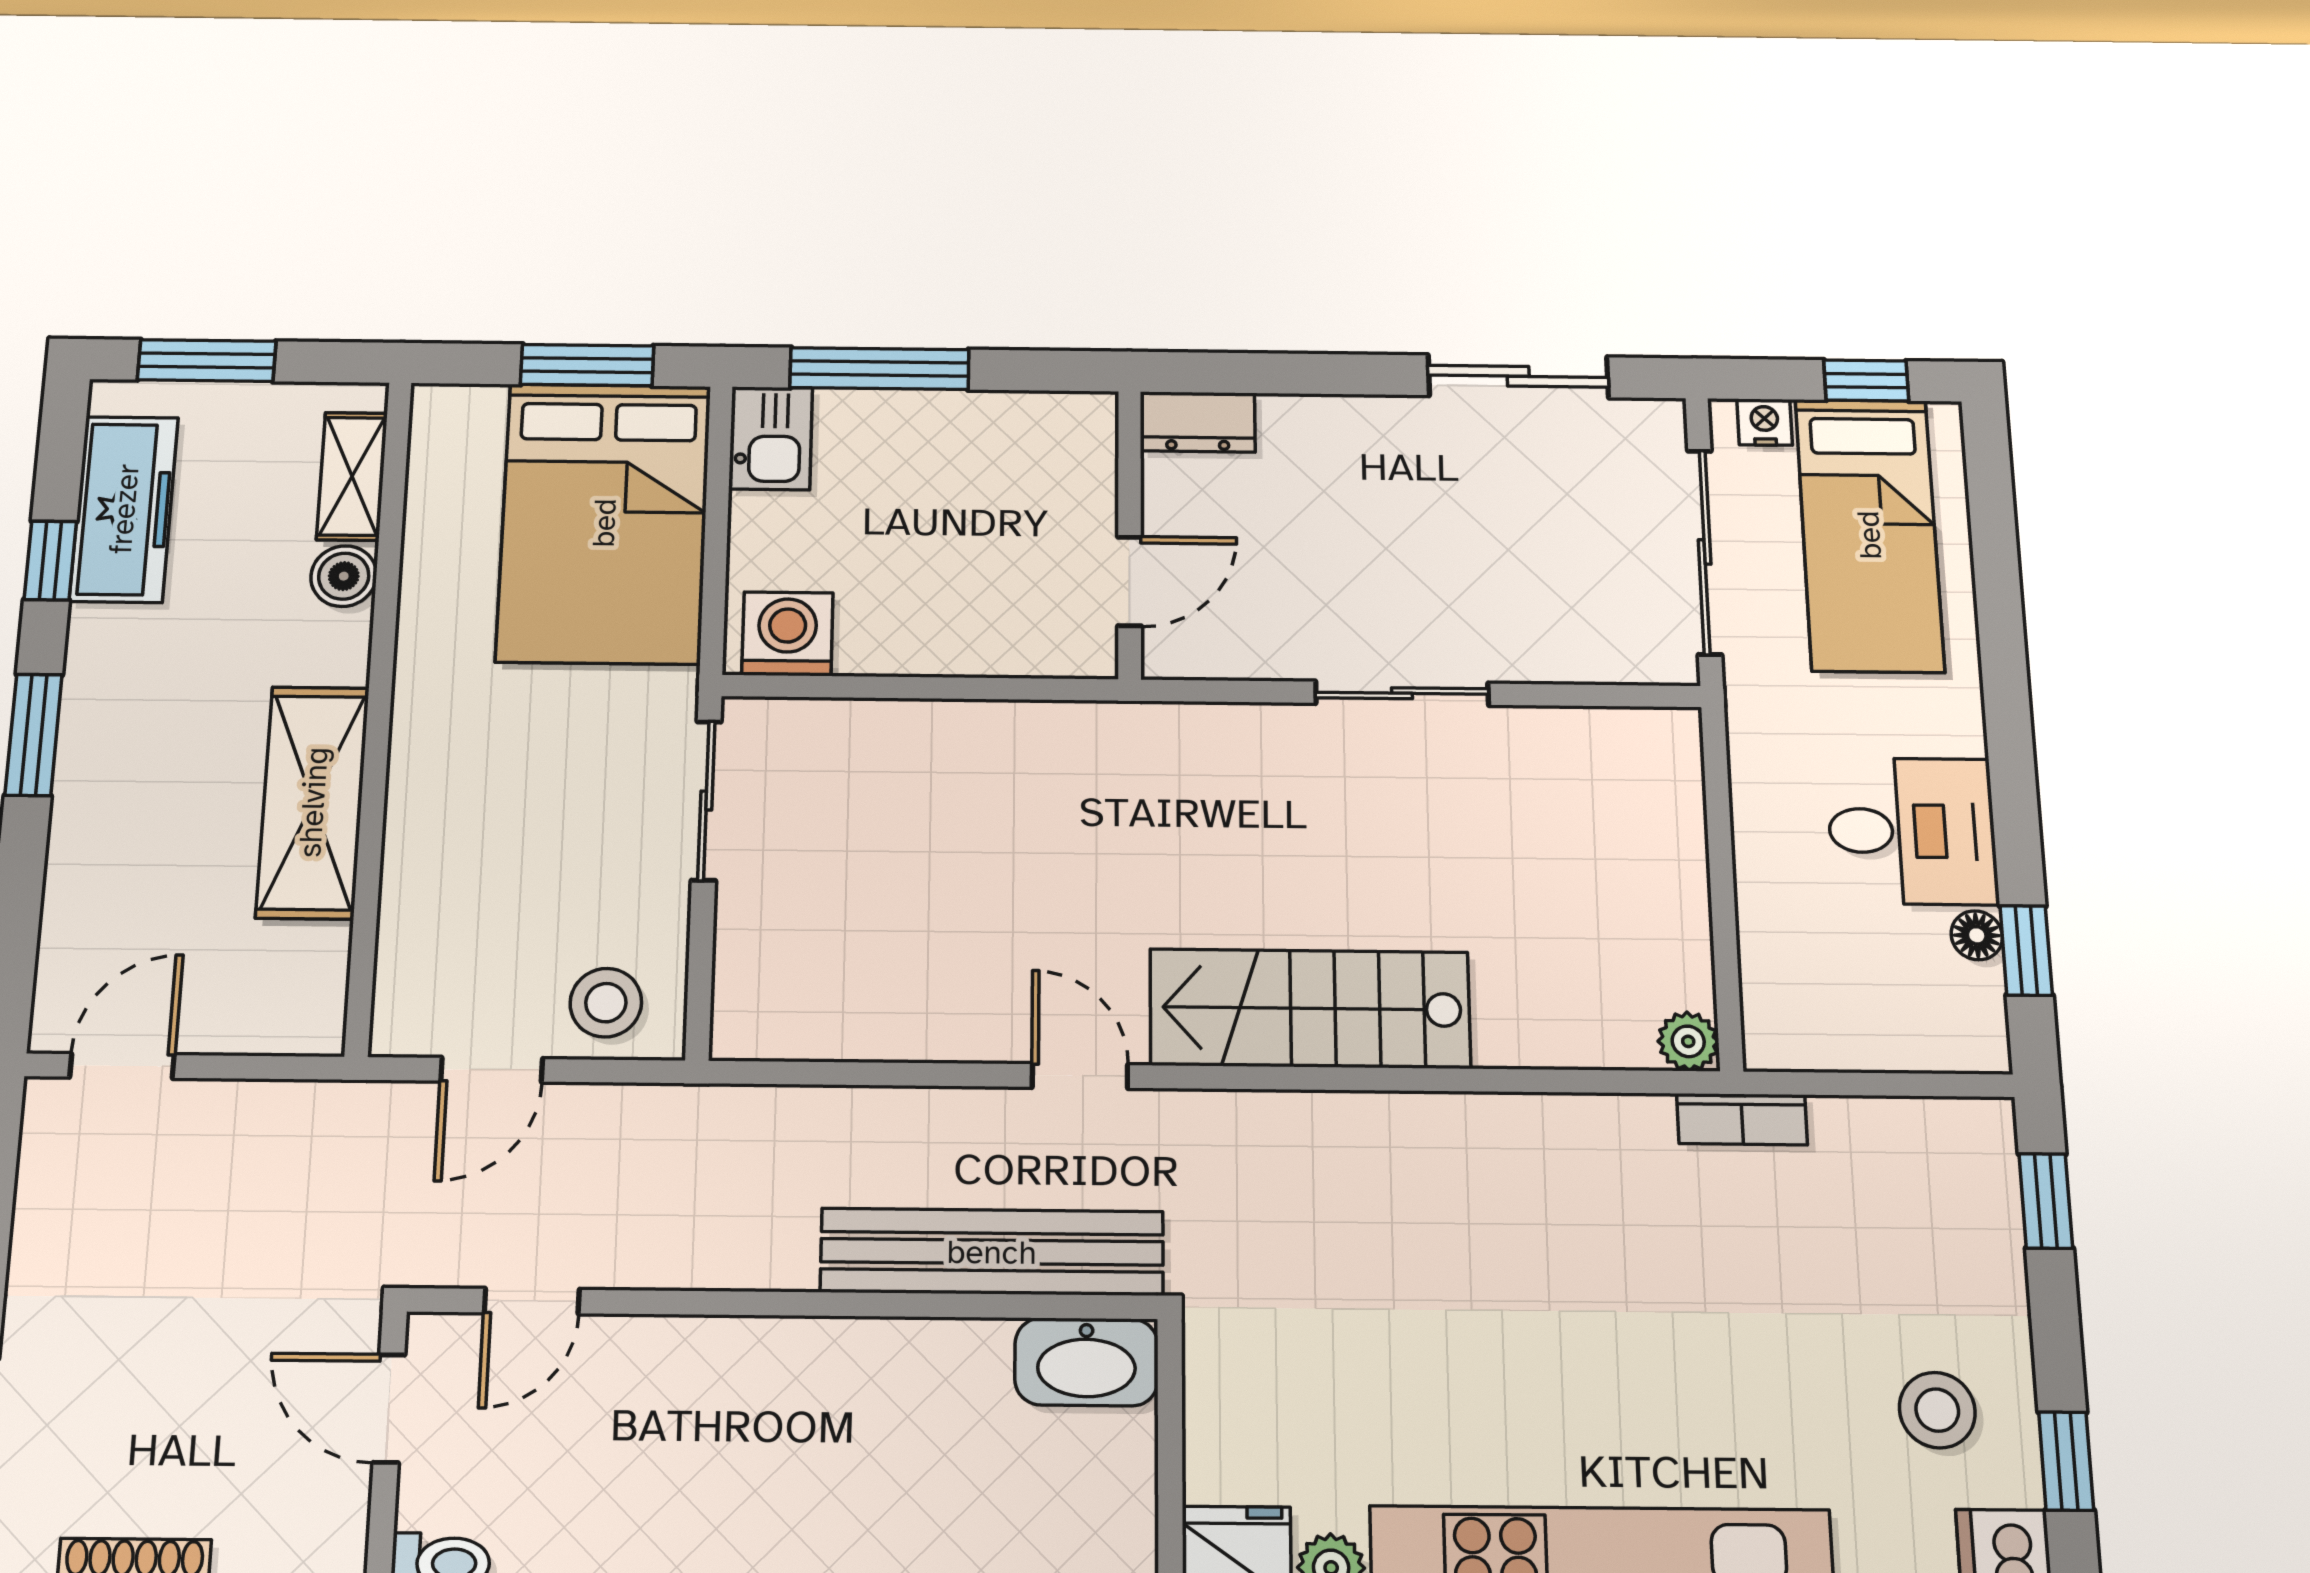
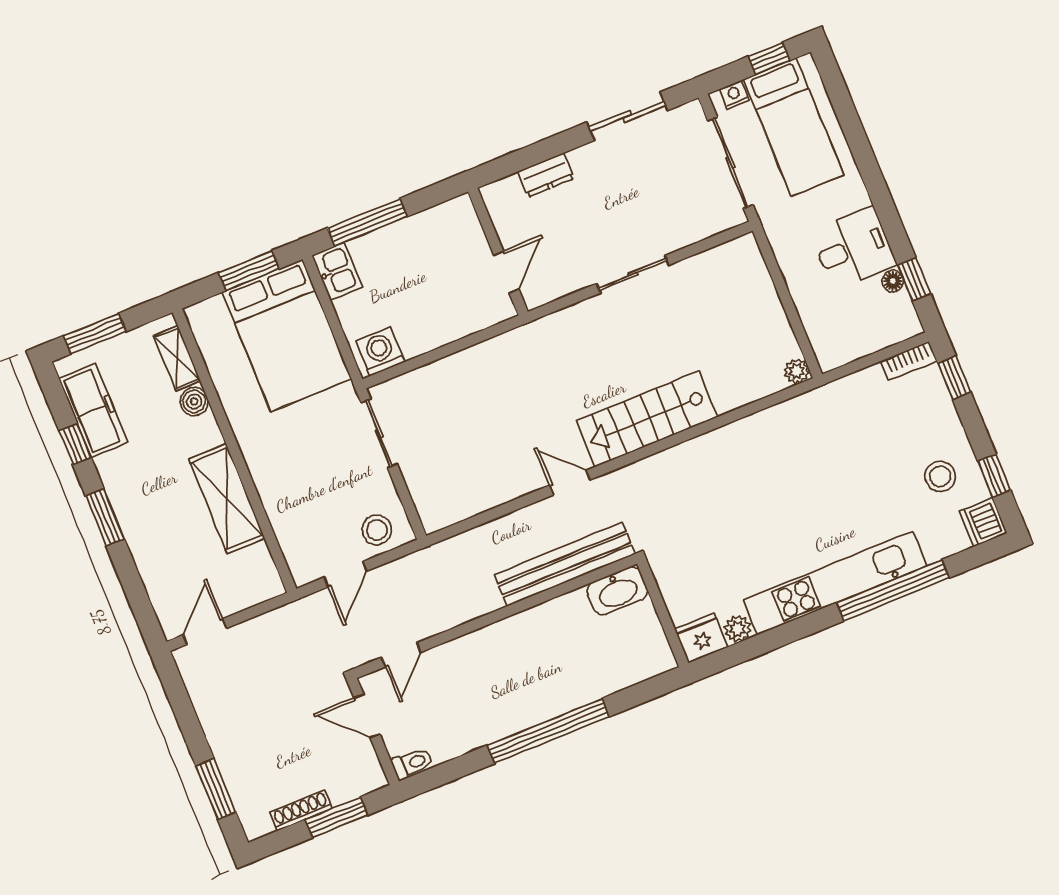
dresser: (1198, 422) -> (546, 175), moved
bookcase: (1742, 1119) -> (909, 361), moved

